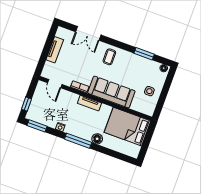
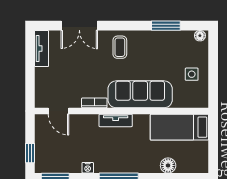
tv unit: (55, 50) -> (42, 48), moved
bed: (127, 127) -> (179, 127), width x0.67
floor lamp: (97, 139) -> (168, 165), moved

